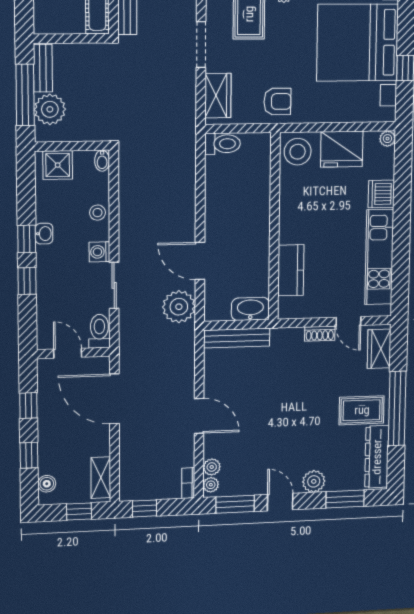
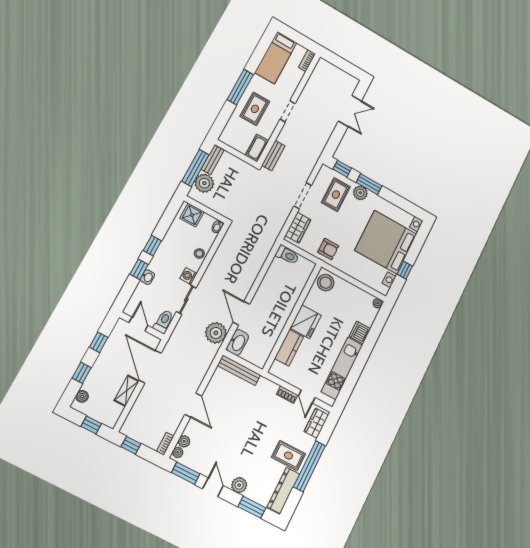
fridge: (342, 149) -> (306, 322), moved, turned -90
washbasin: (44, 234) -> (148, 277), moved
washbasin: (250, 309) -> (238, 342), moved, turned 90
shelving: (101, 478) -> (127, 391), moved

